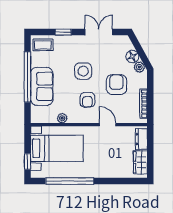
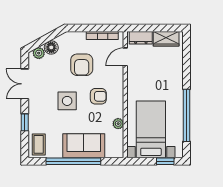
plant: (139, 67) -> (39, 53), moved
armchair: (116, 85) -> (82, 65), turned -90
door: (108, 125) -> (125, 57), moved

